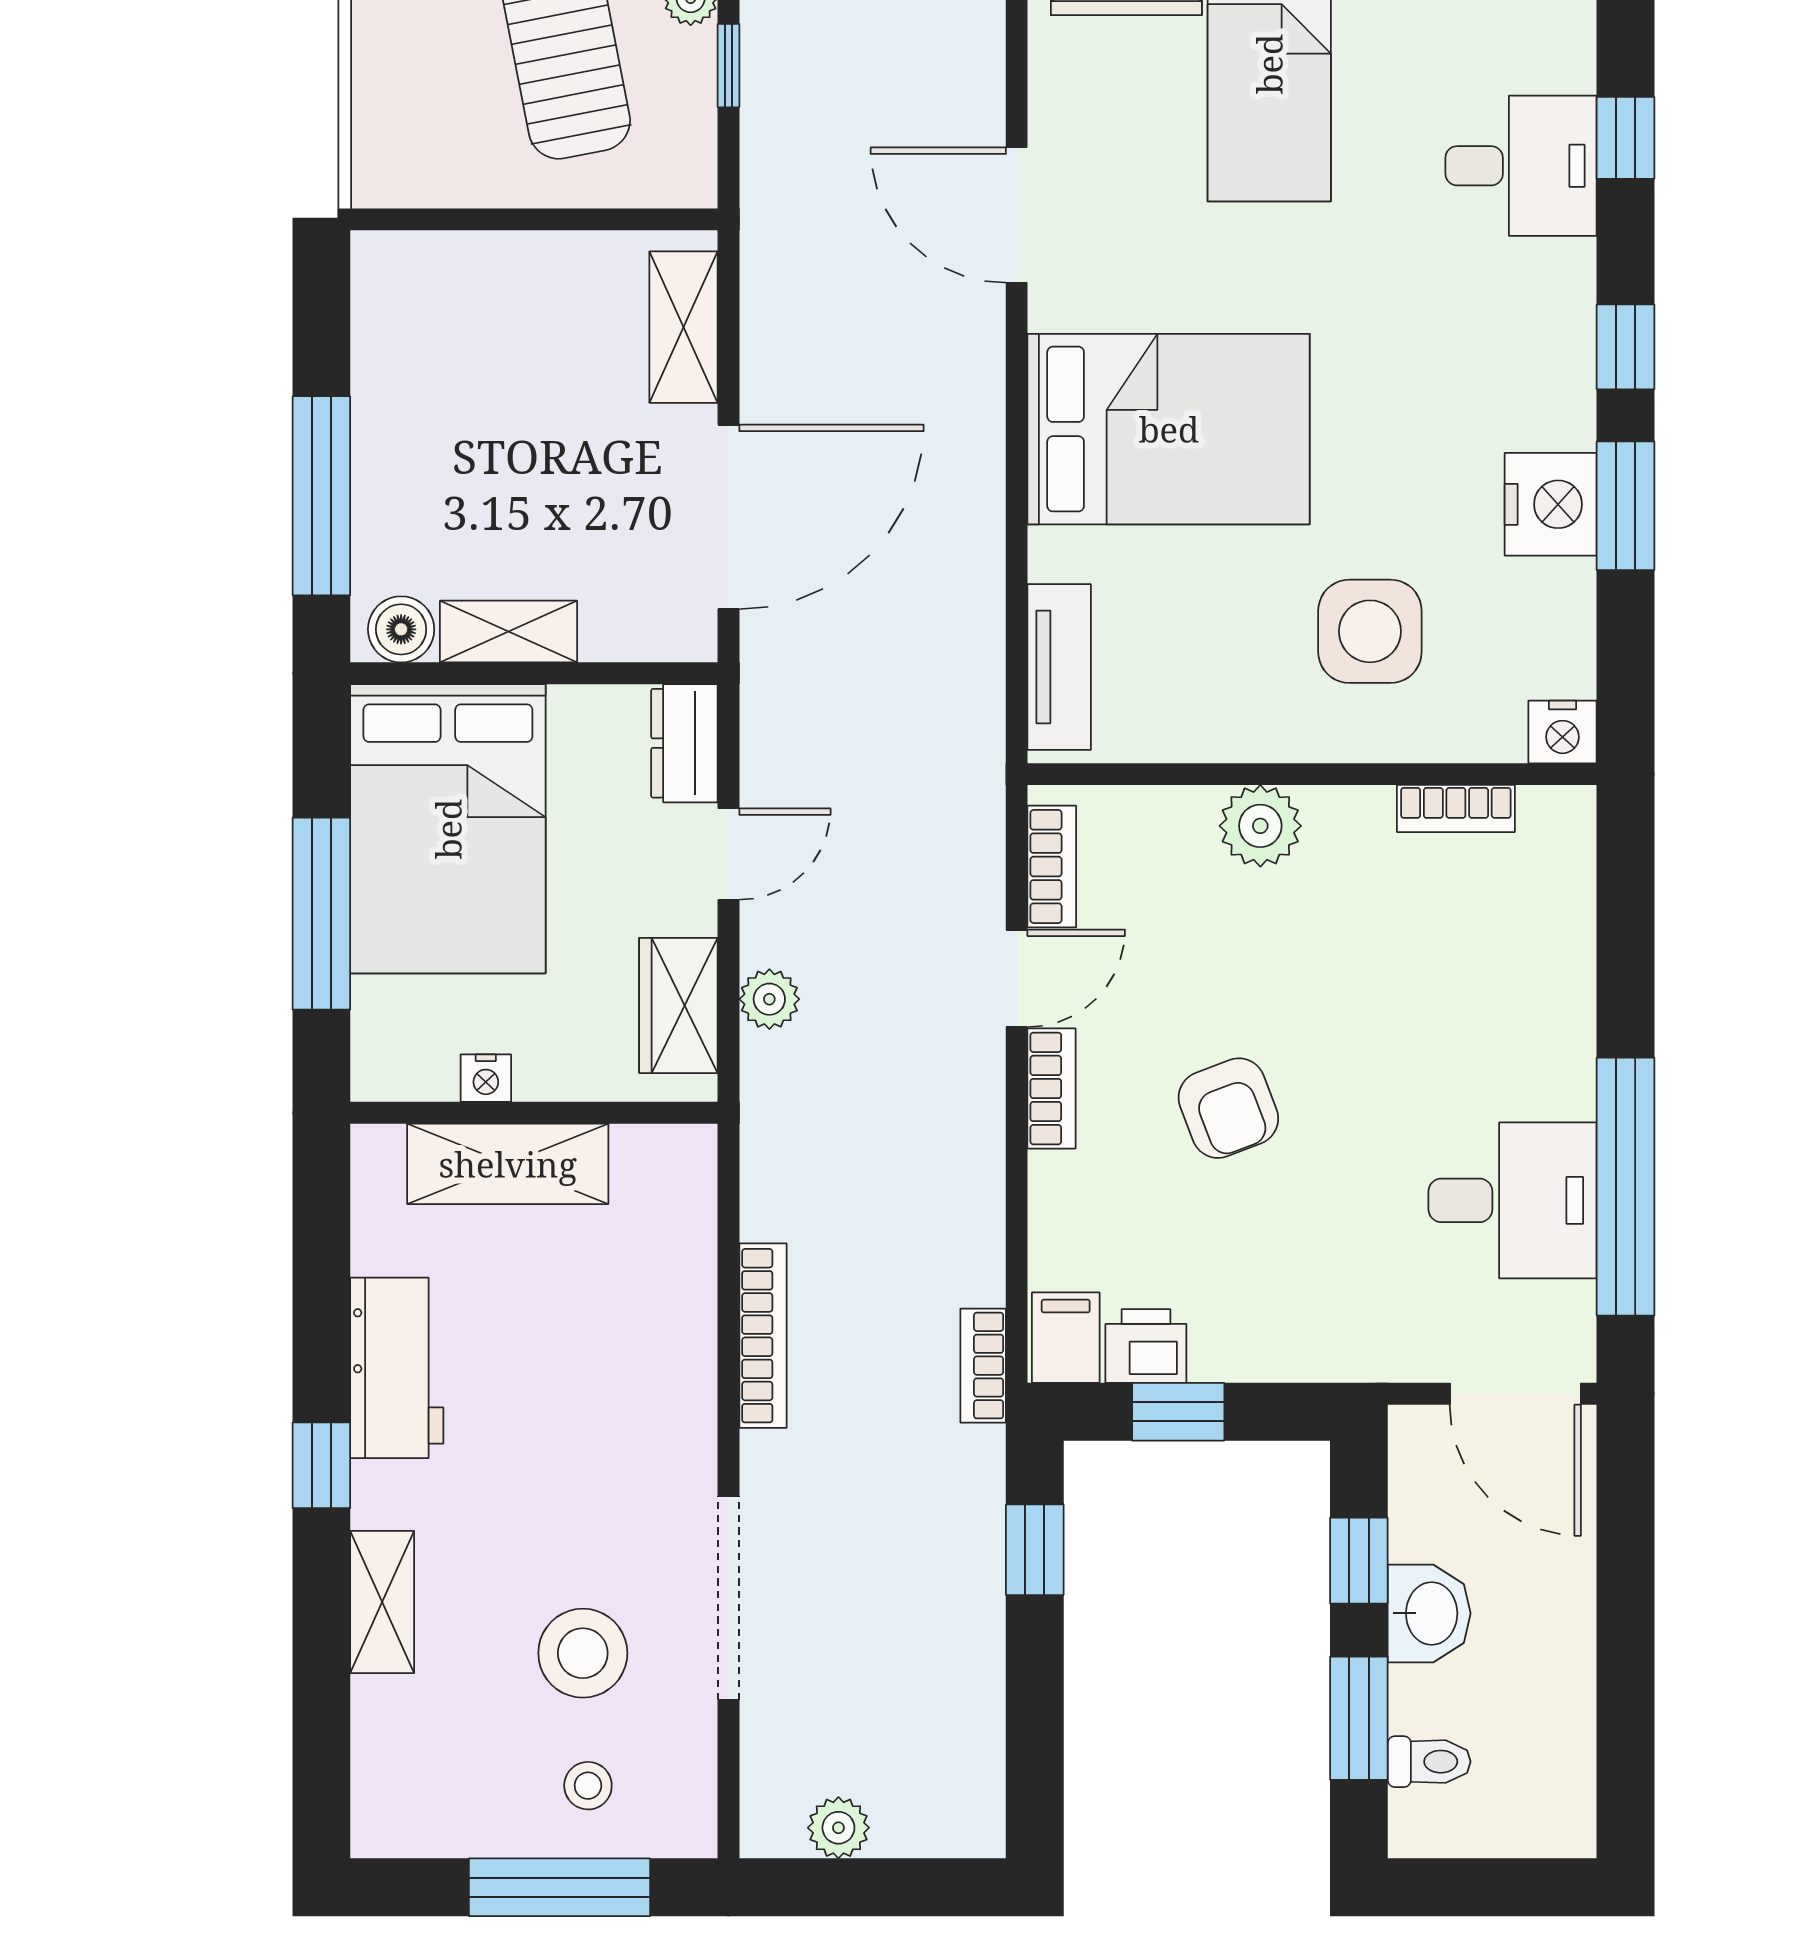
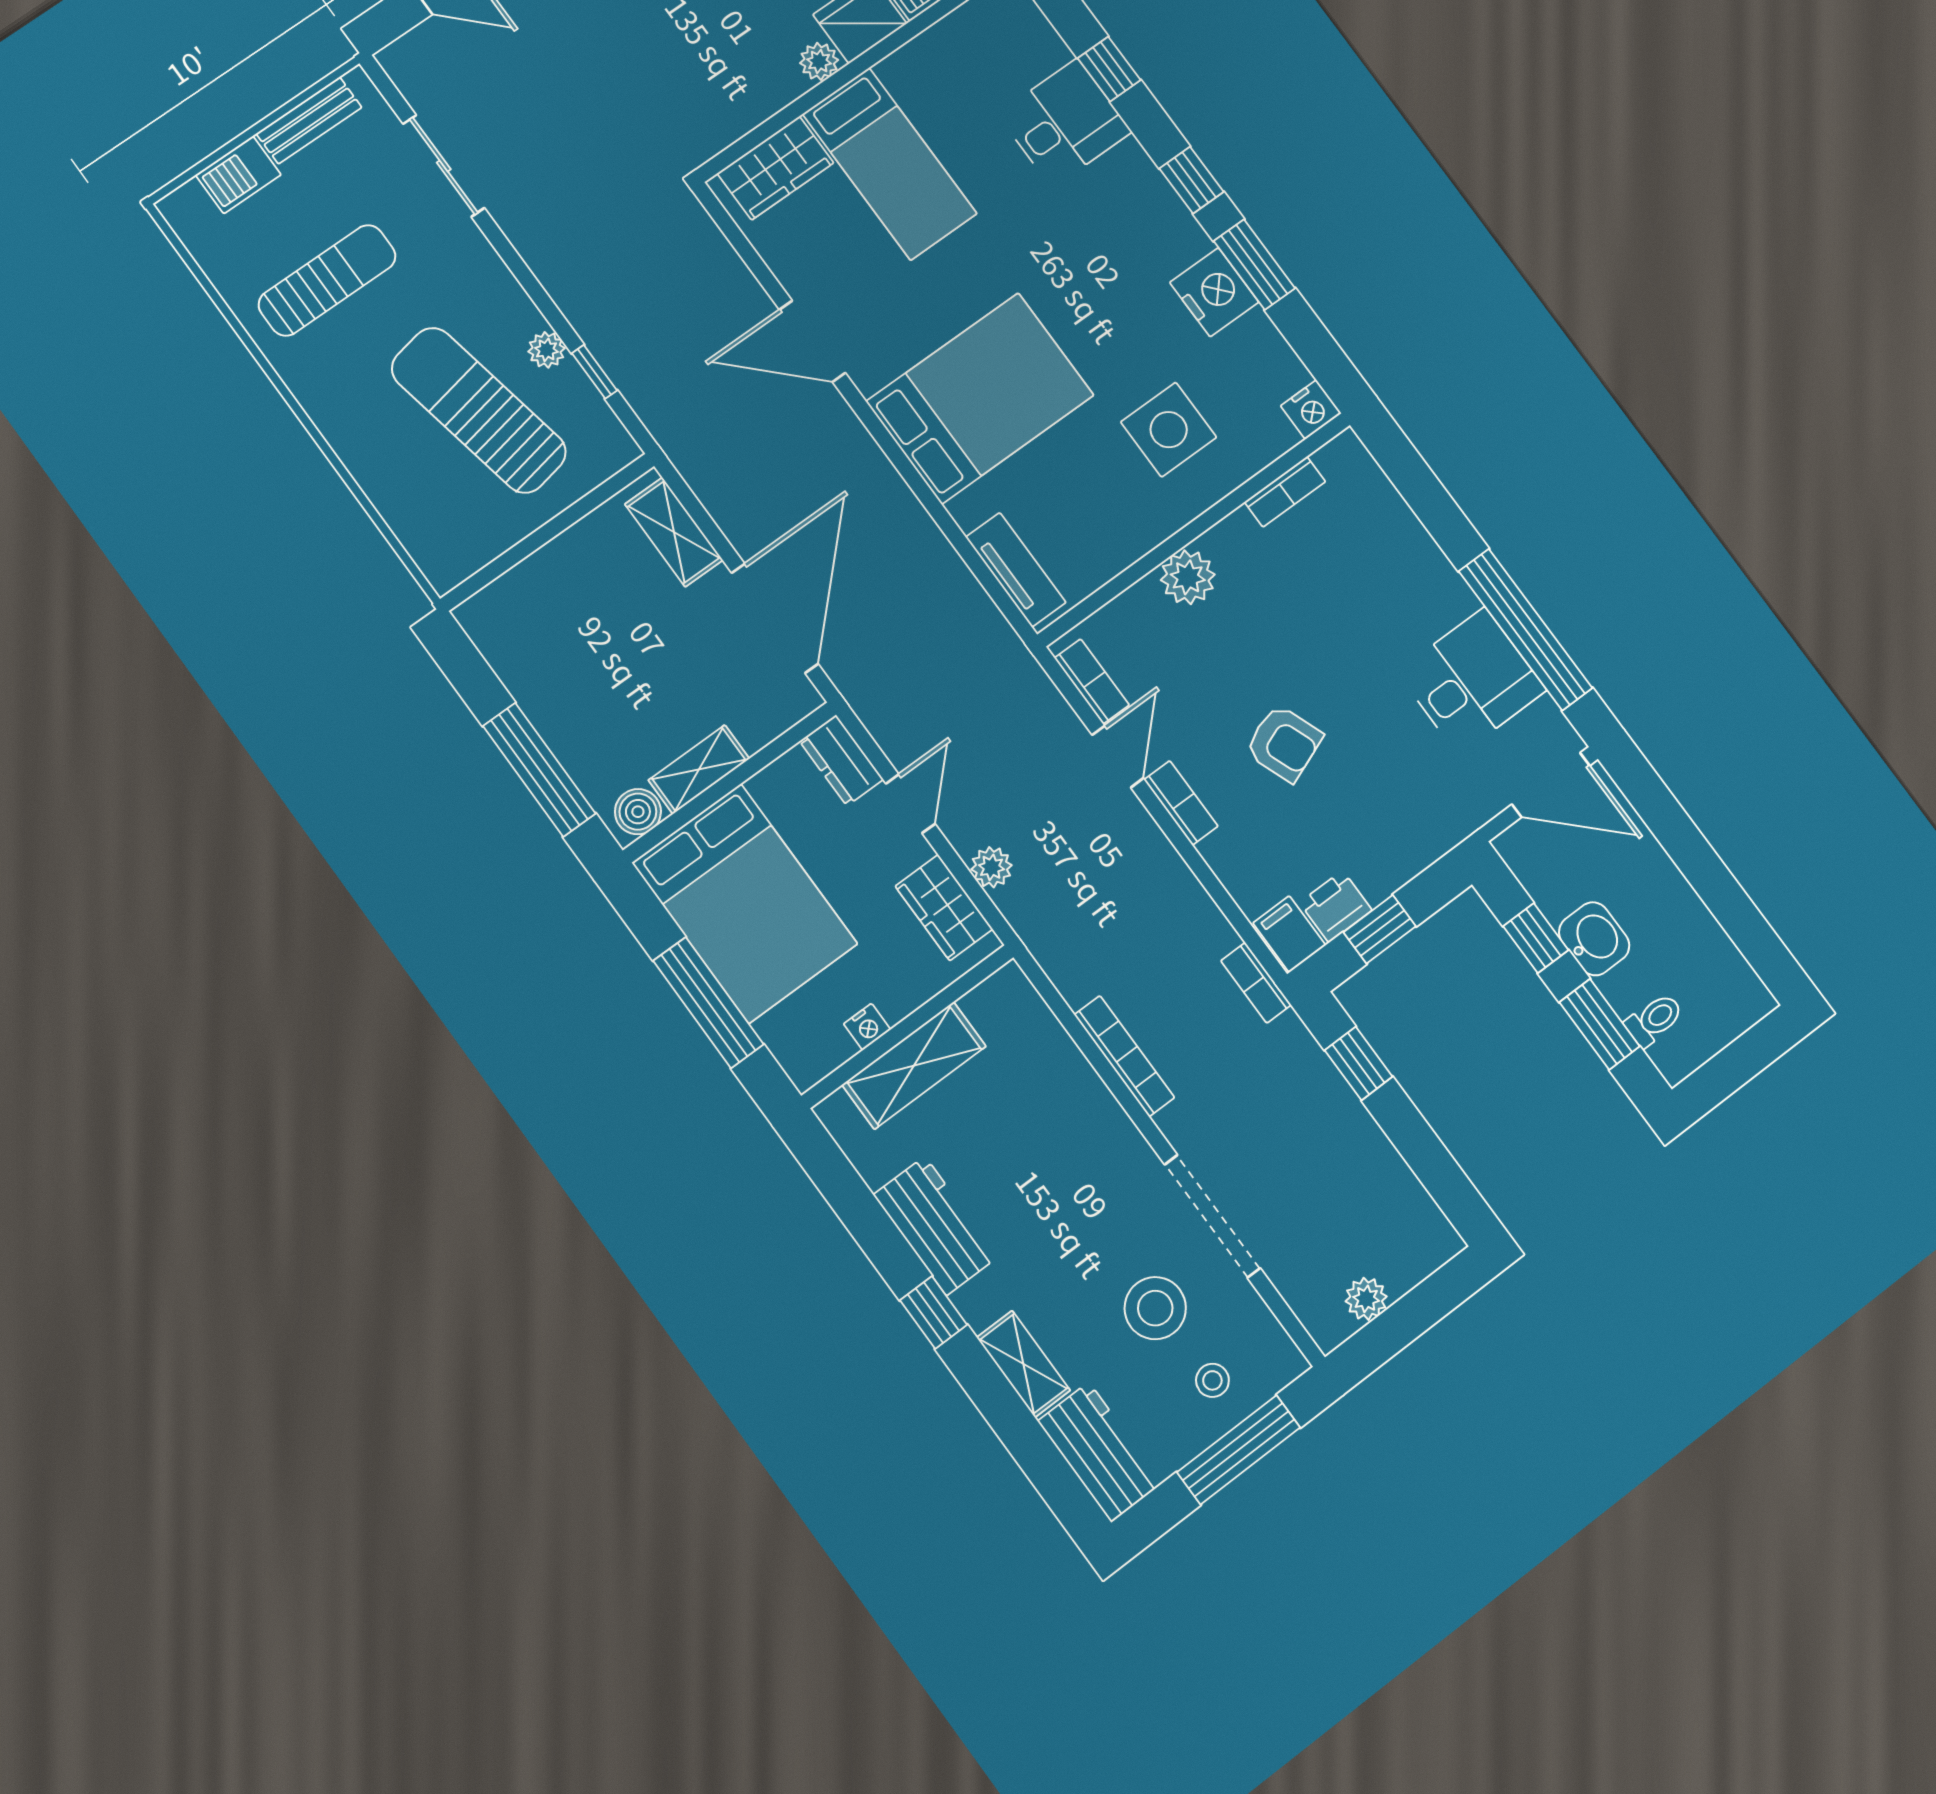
workbench: (397, 1769) -> (1100, 1452), added

